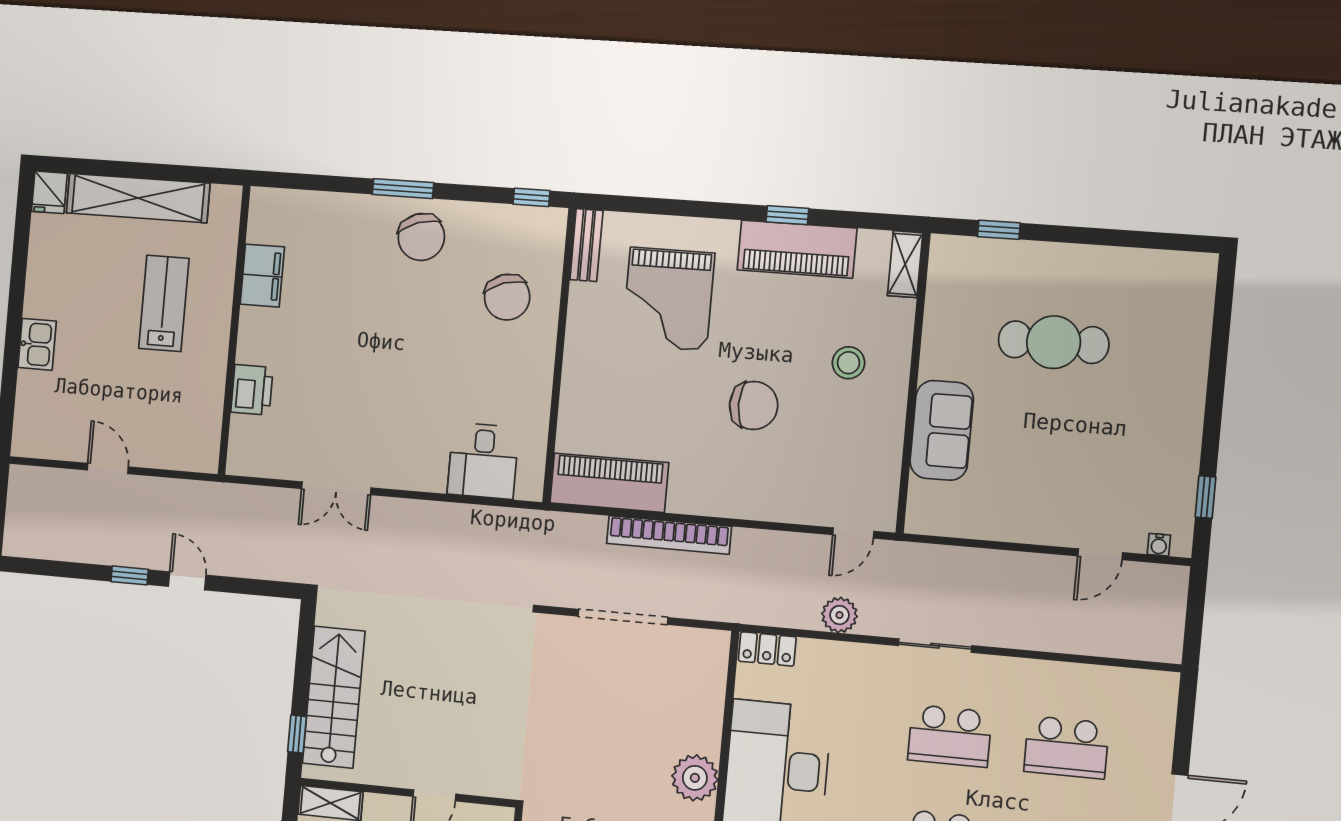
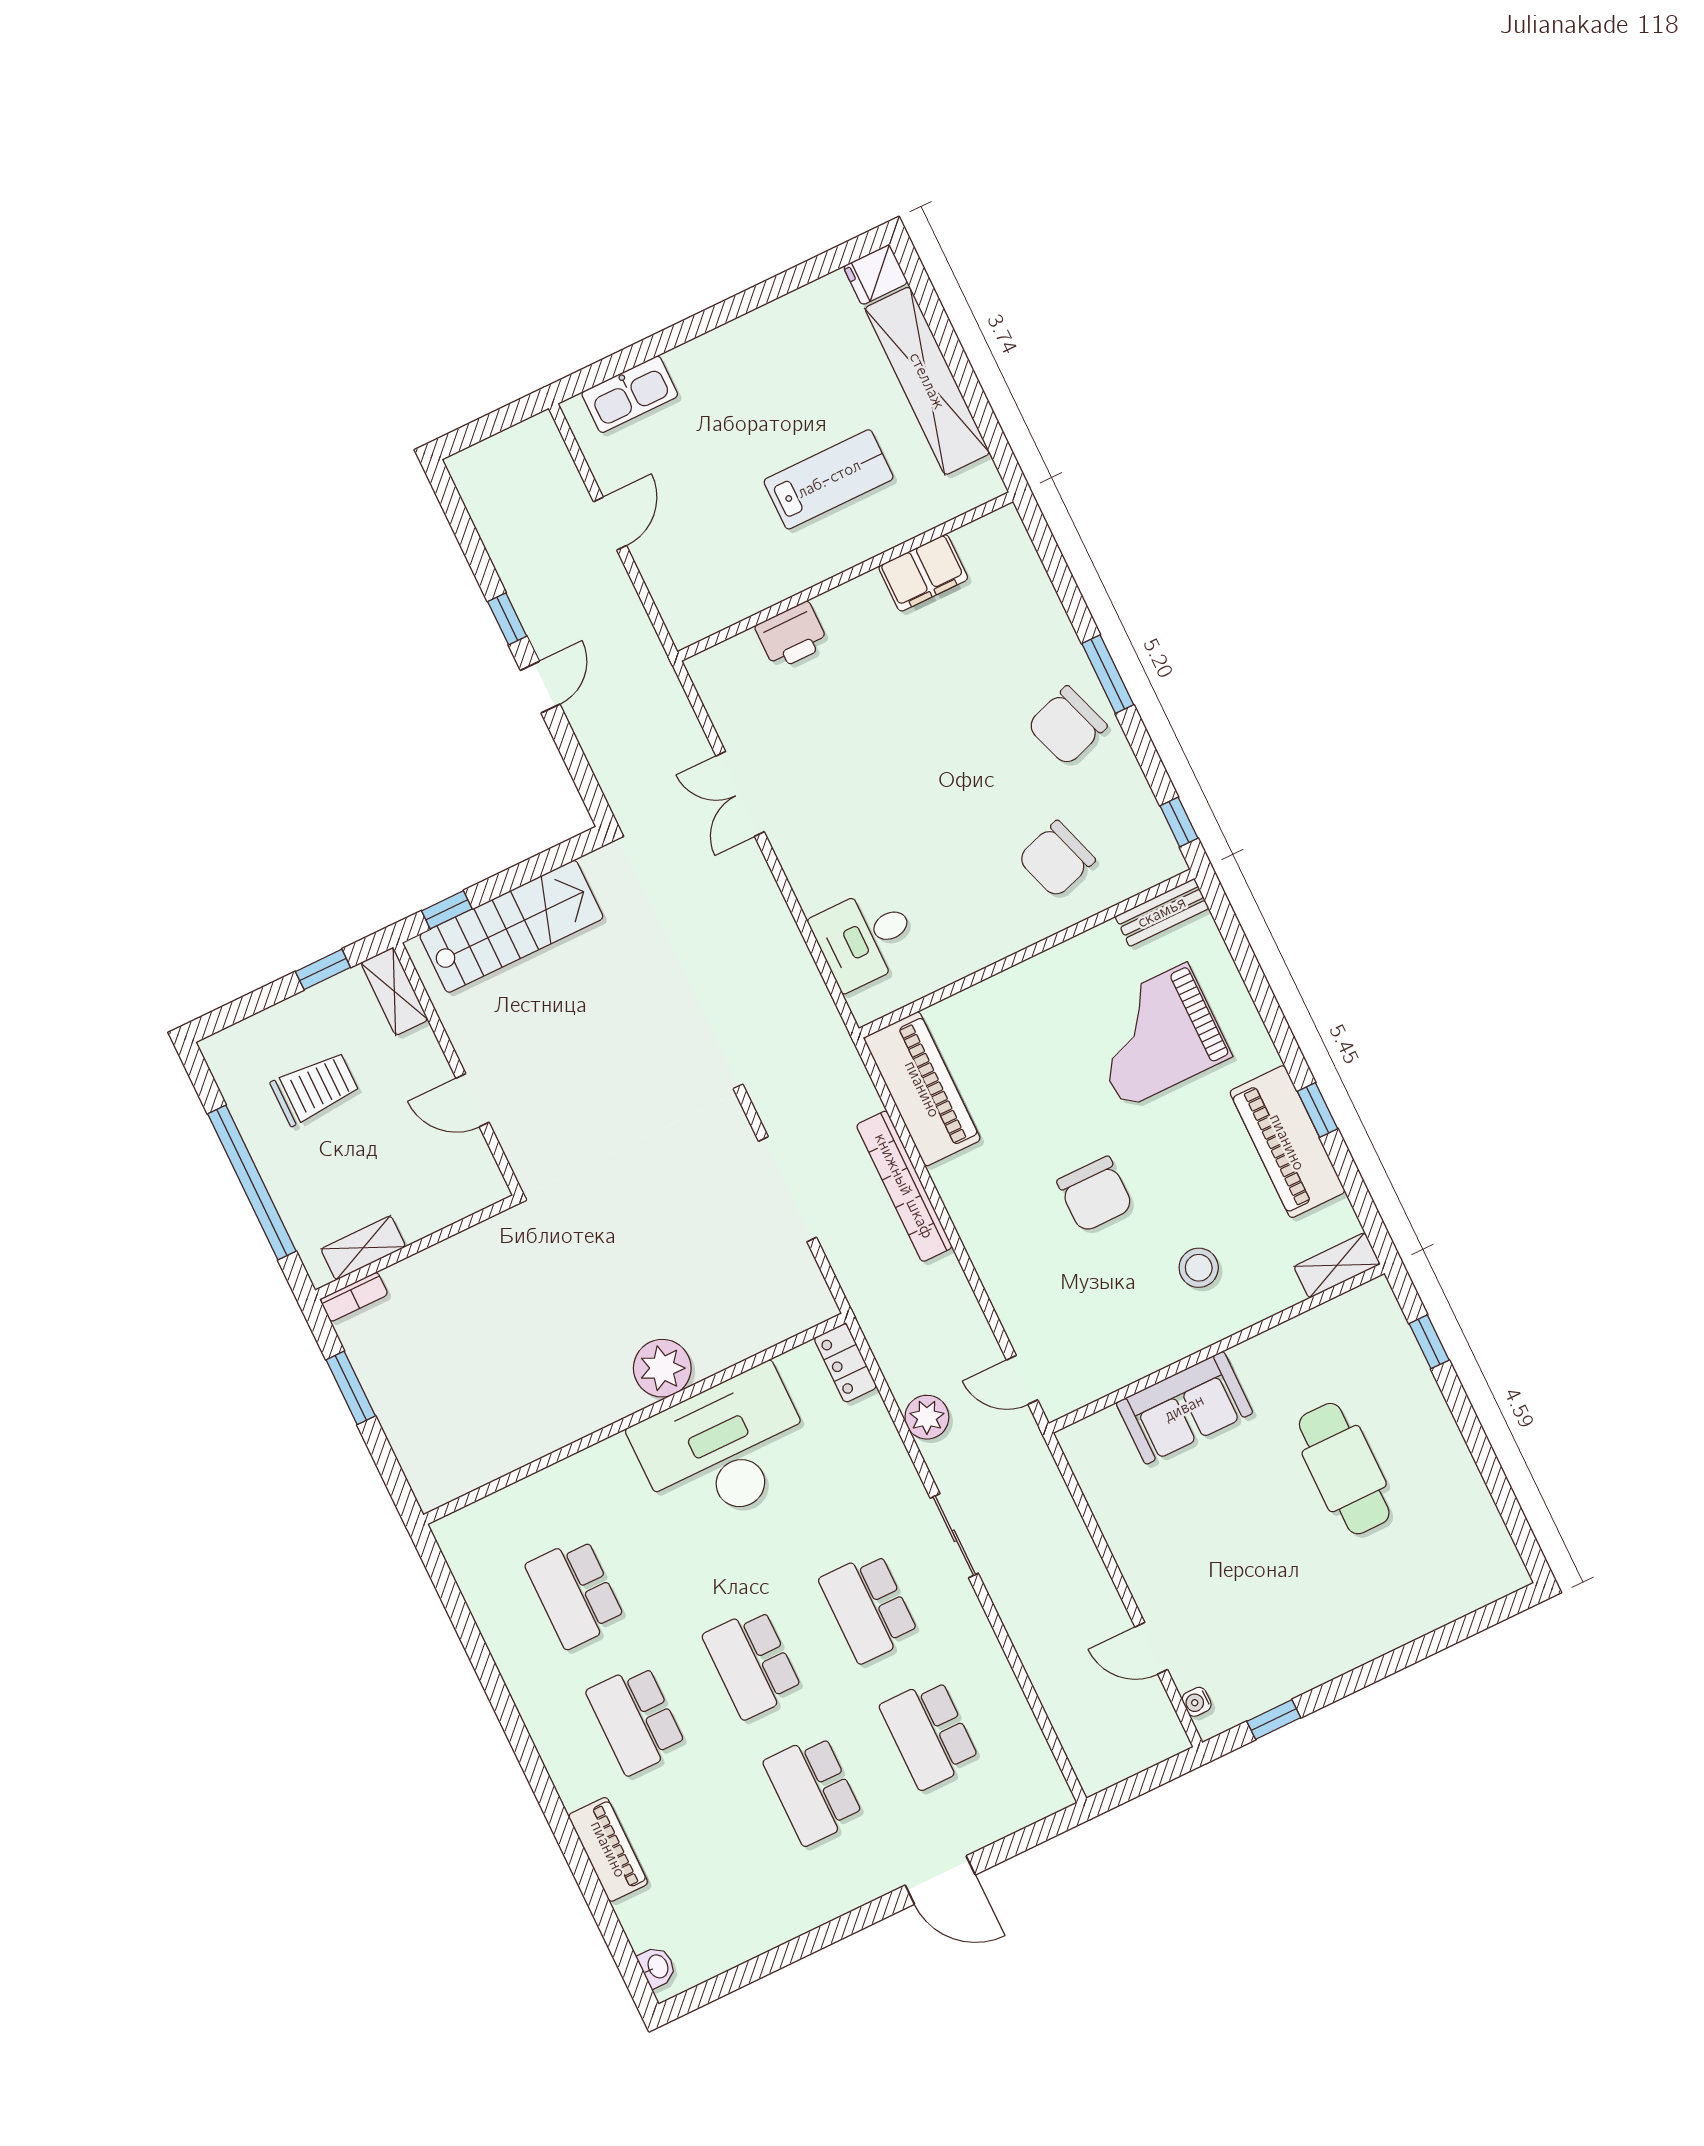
kitchen sink: (37, 344) -> (630, 394), moved, width x1.38

